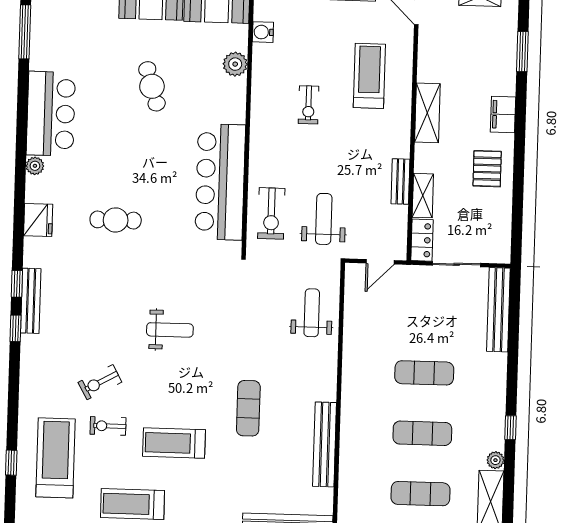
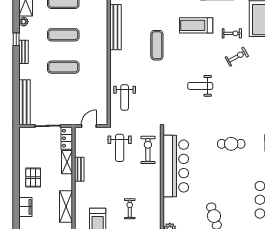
bench: (498, 404) -> (23, 52), added
treadmill: (174, 443) -> (196, 25), turned 180

